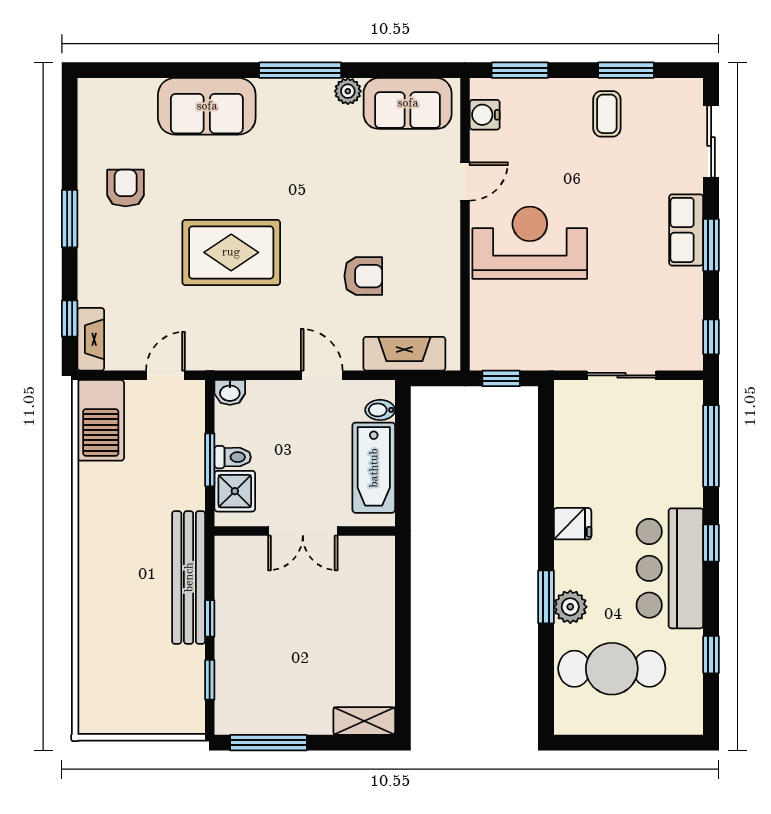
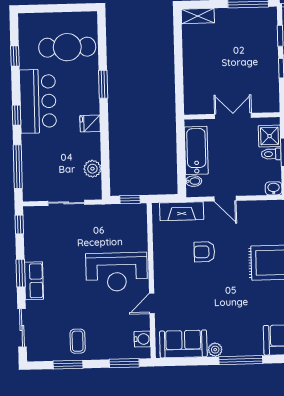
plant: (570, 607) -> (92, 169), moved

